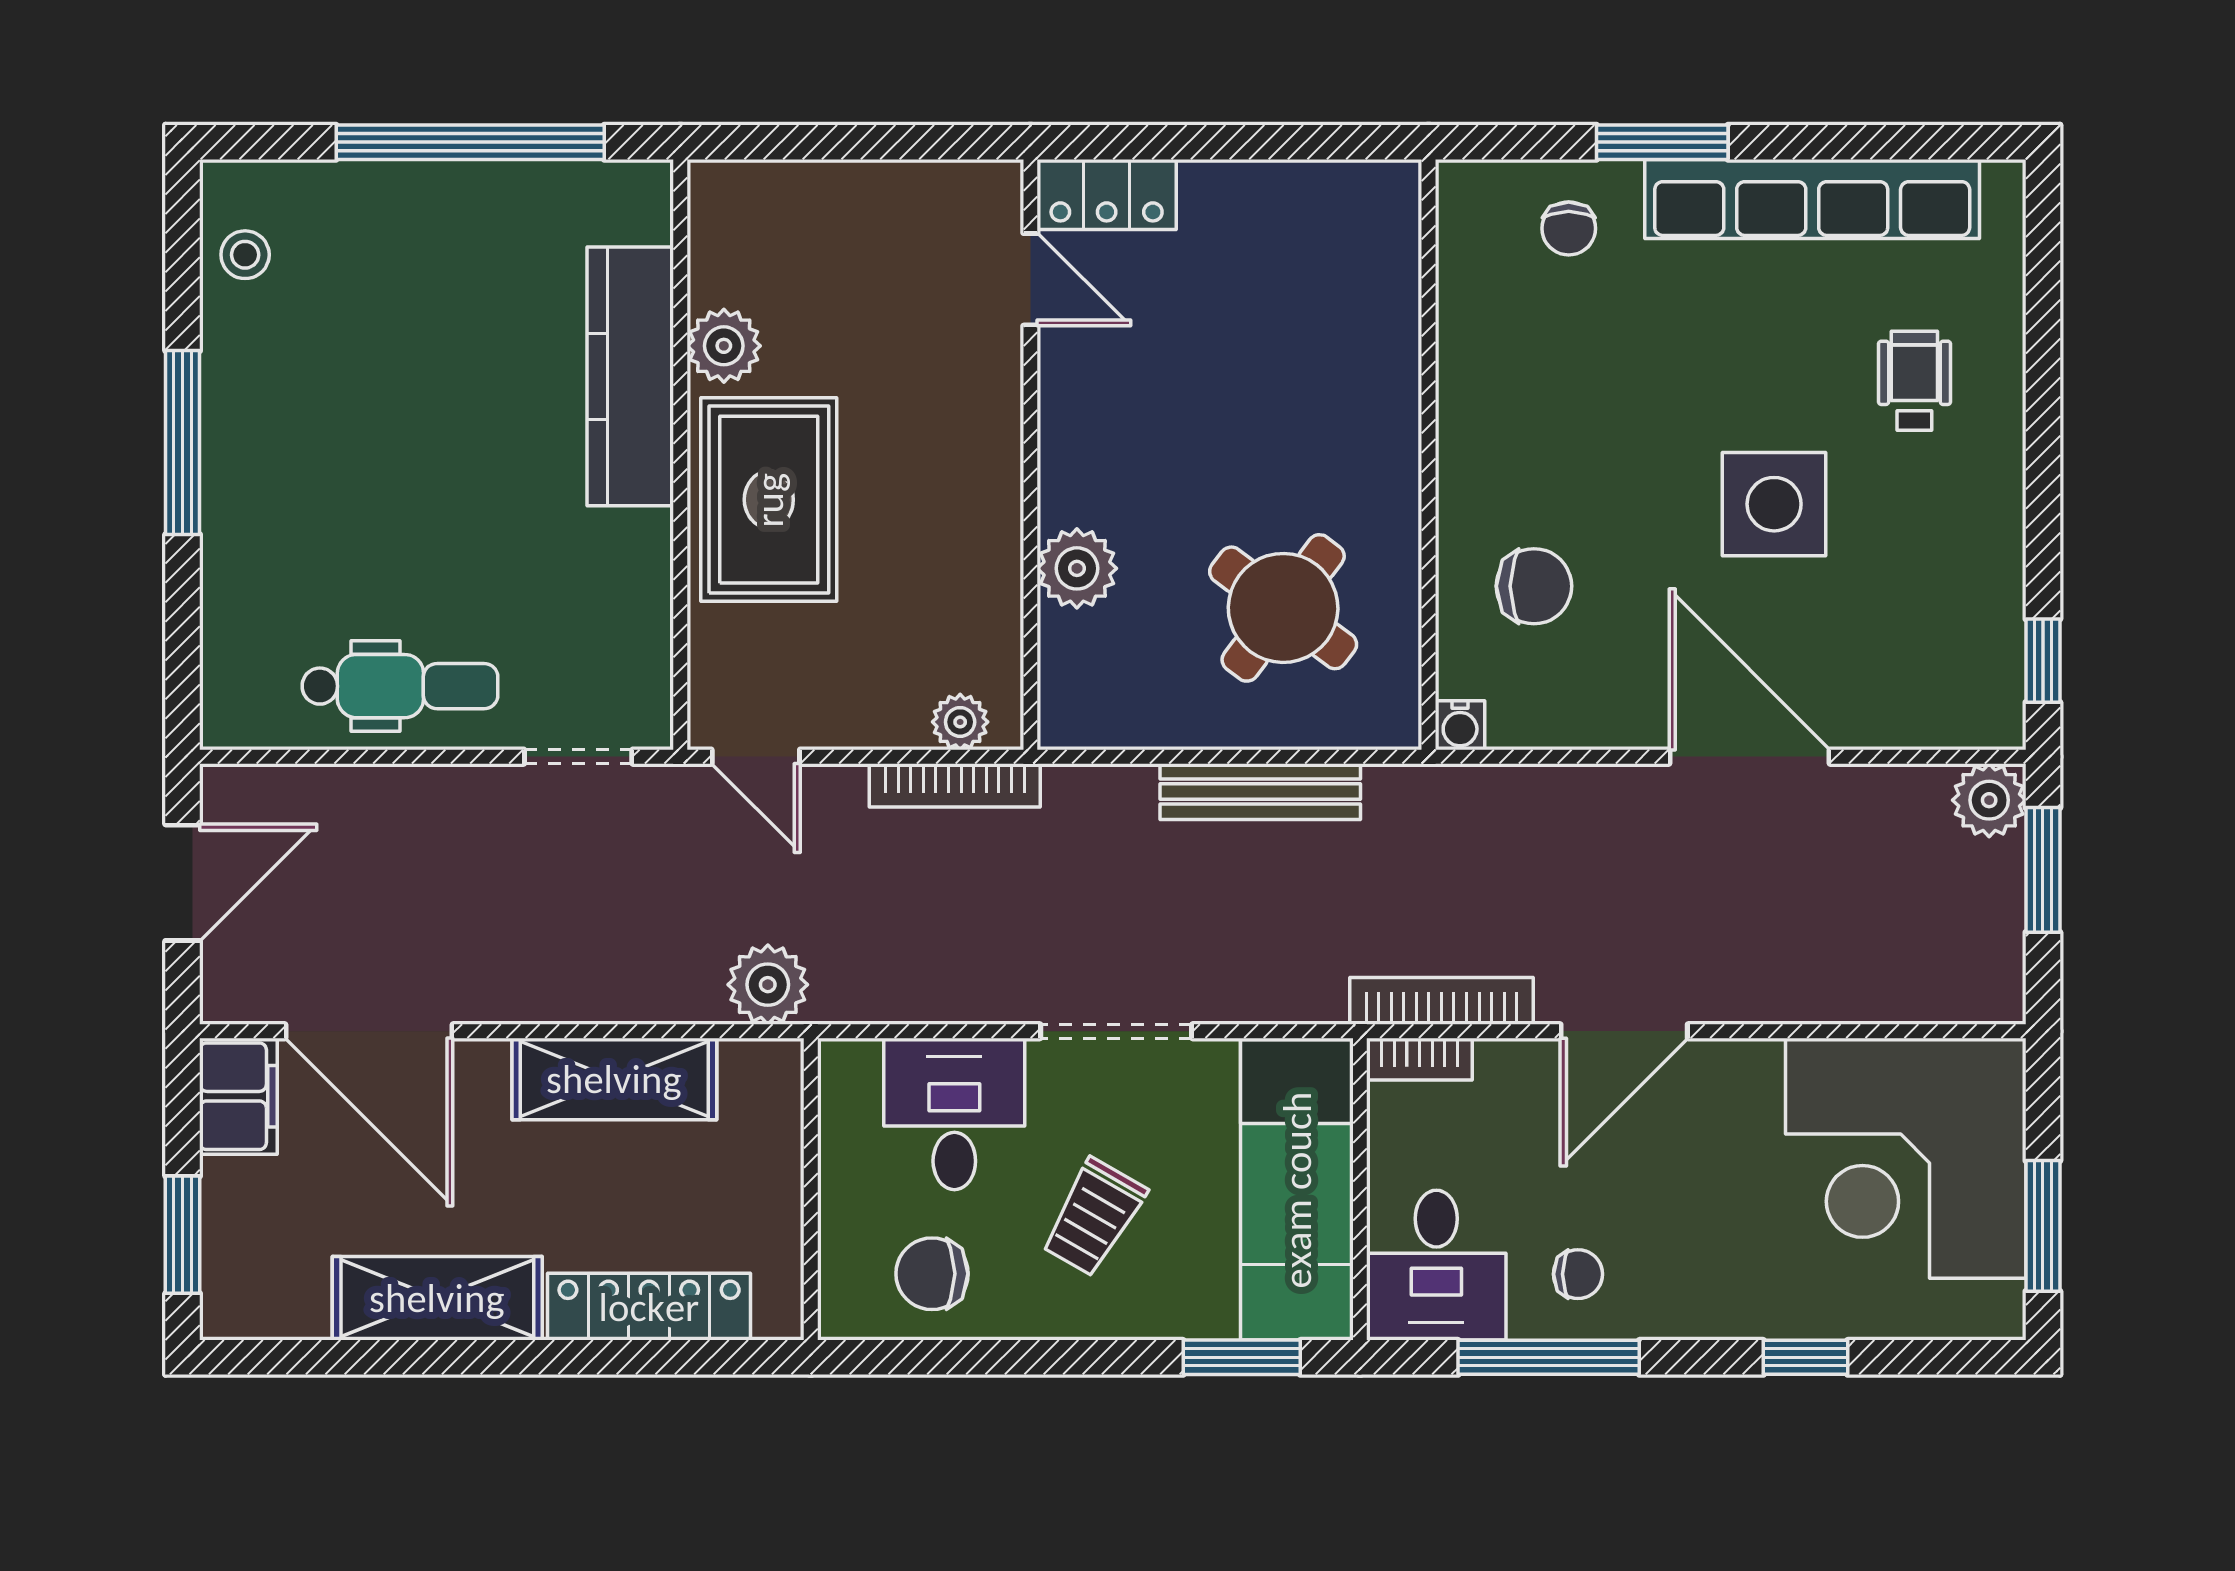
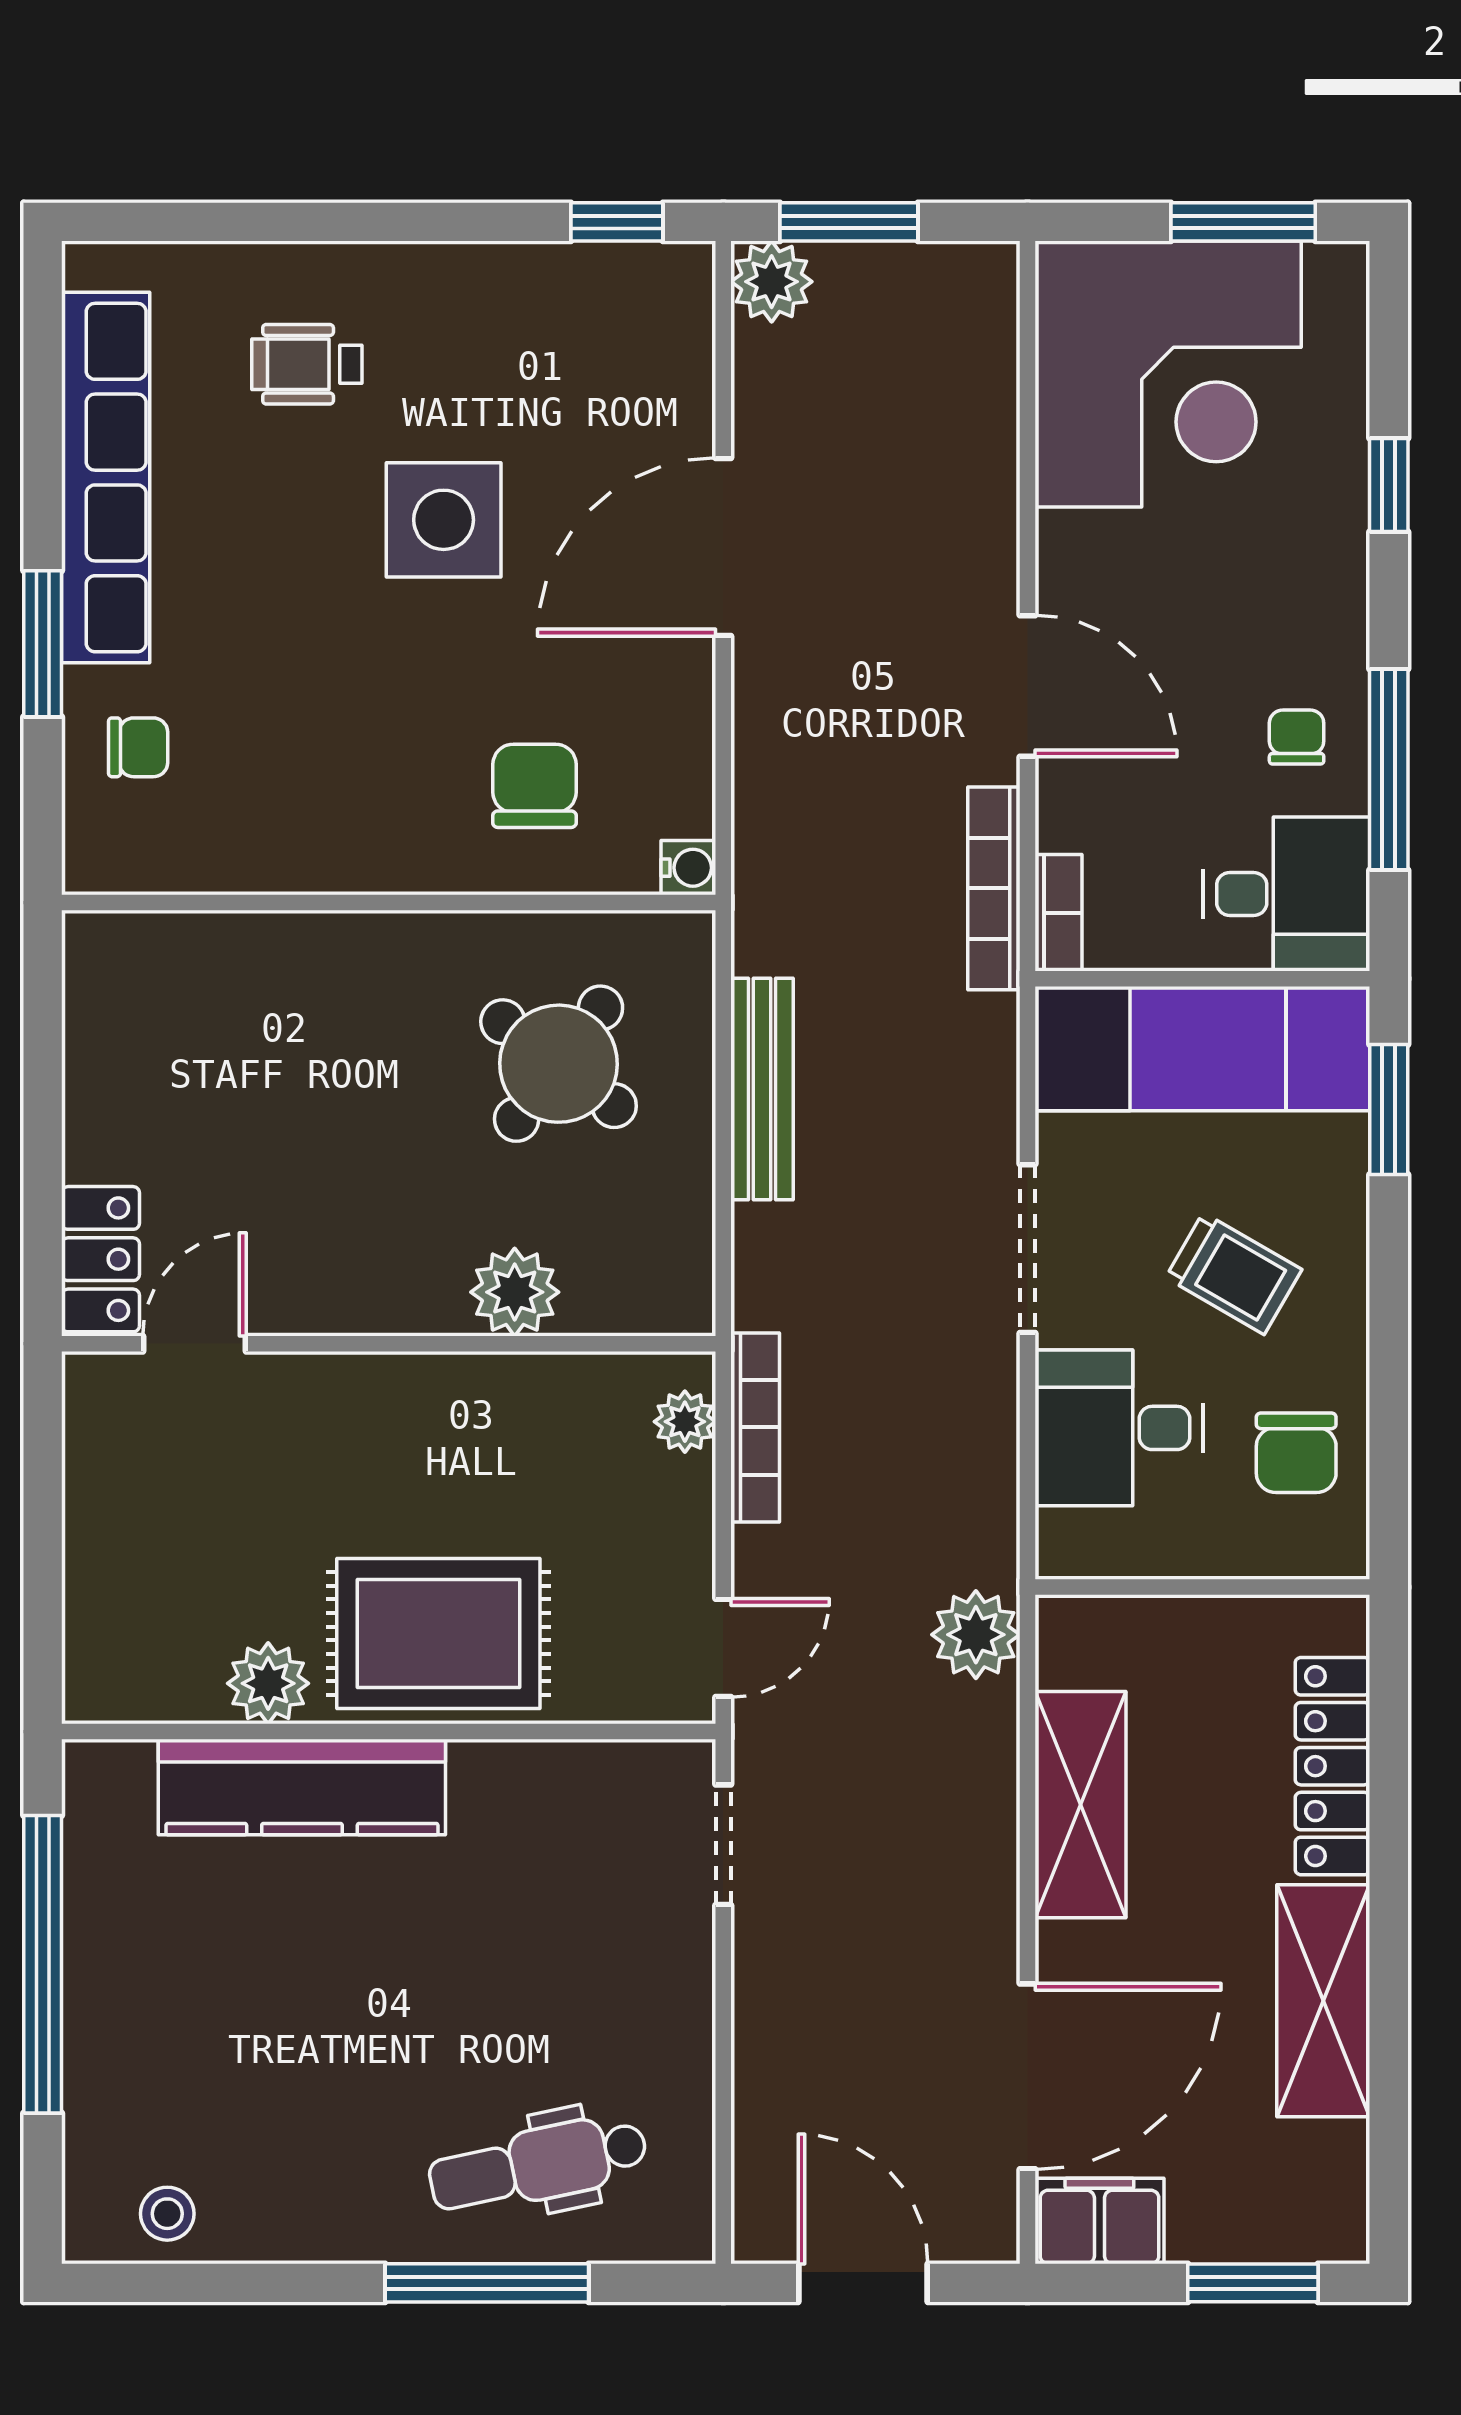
window: (183, 443) -> (487, 2283), moved
dental chair: (400, 686) -> (538, 2165), moved, turned -102

